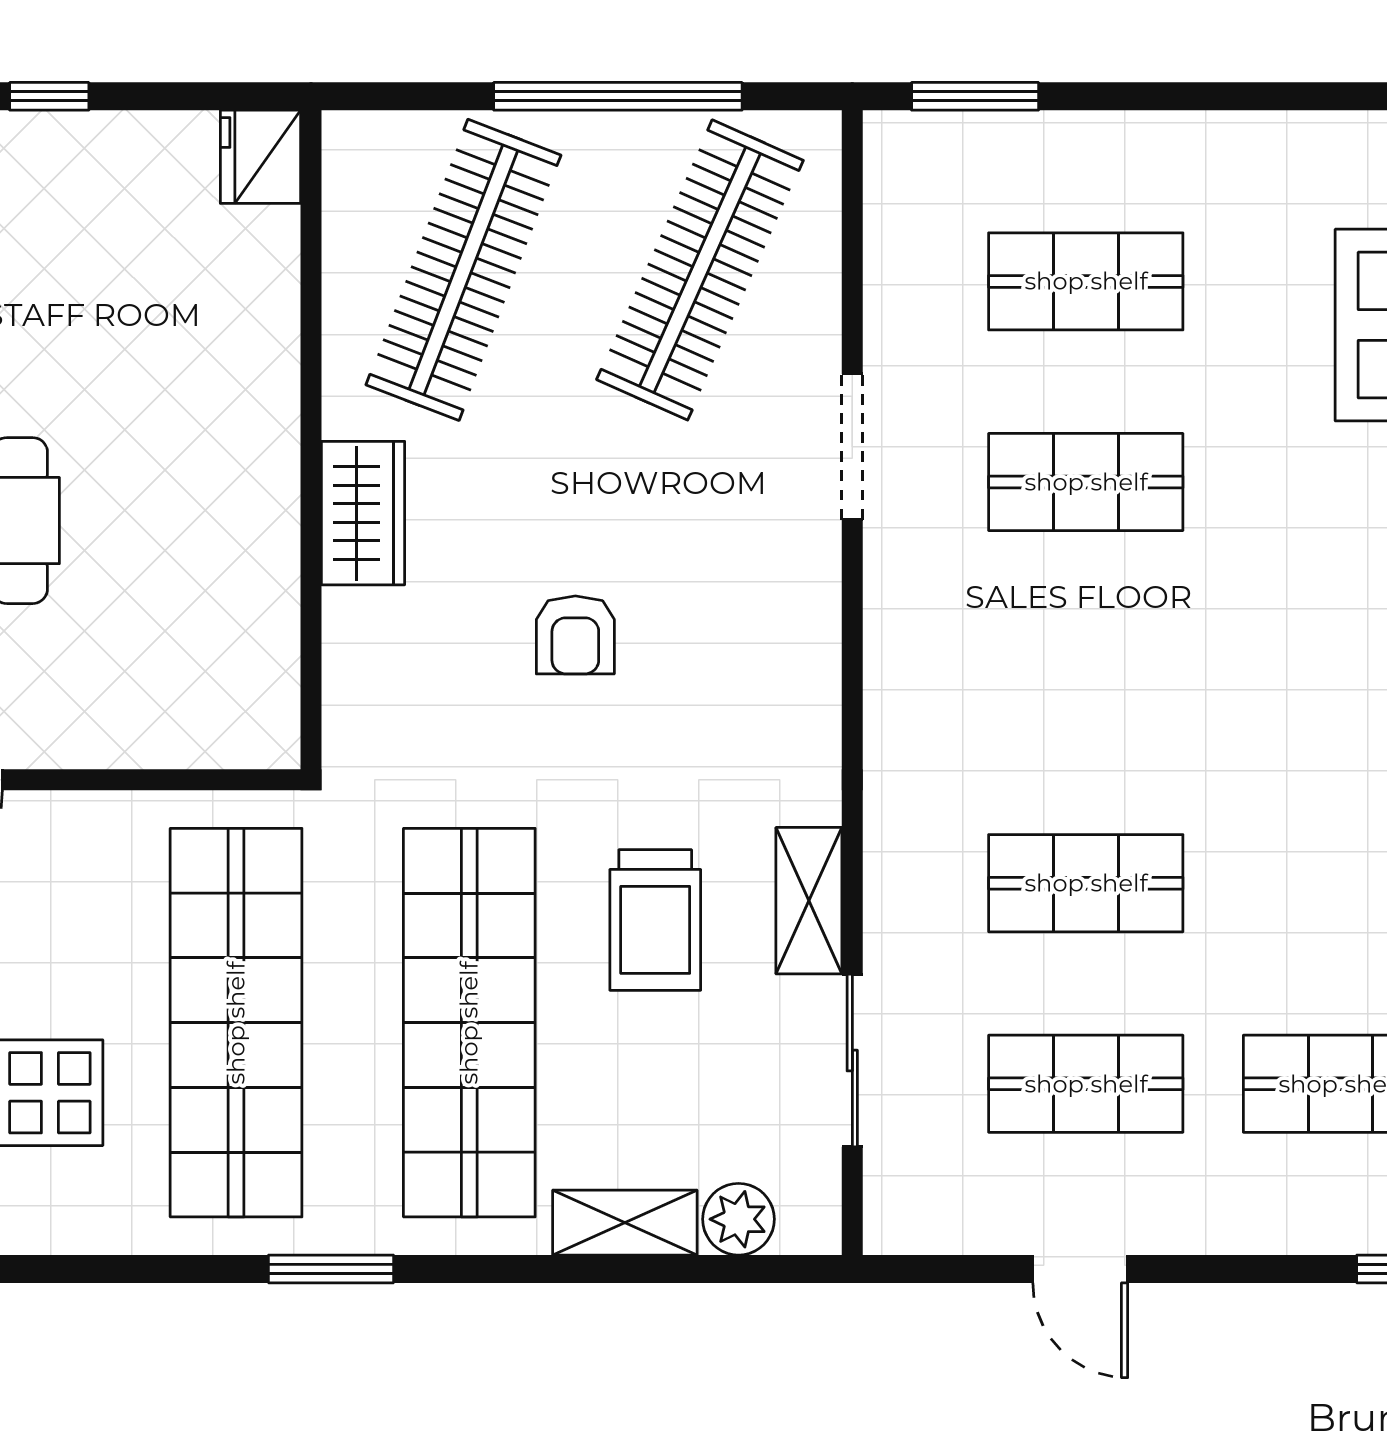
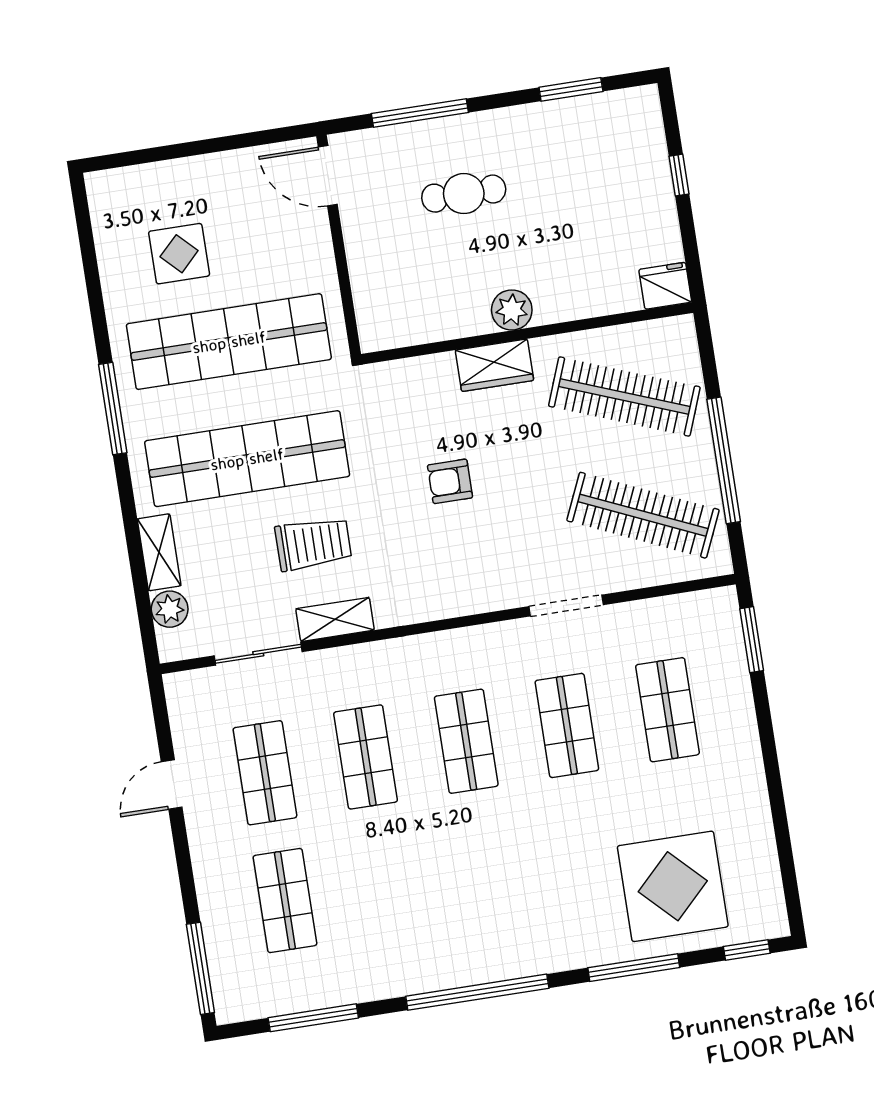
plant: (261, 463) -> (512, 310), added
shop shelf: (1086, 683) -> (466, 741), added
trolley: (655, 920) -> (313, 544), turned 180
window: (331, 1269) -> (113, 409), width x1.44

